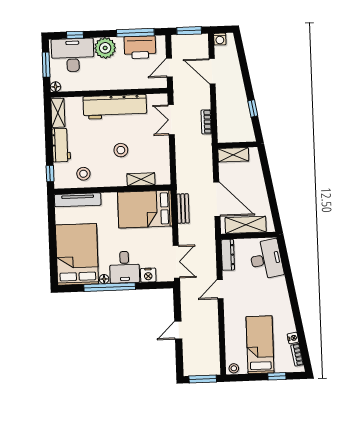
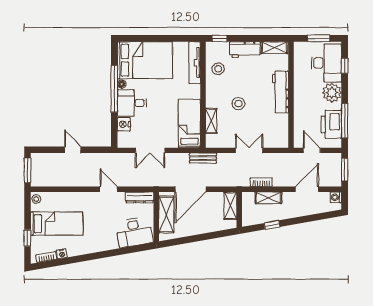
floor lamp: (55, 87) -> (298, 46), removed
workbench: (115, 107) -> (281, 92), width x0.73, depth x0.76
shelving: (223, 113) -> (268, 198), added
double door: (171, 120) -> (249, 150), moved
bed: (145, 209) -> (189, 123), width x0.67
bench: (183, 209) -> (203, 158), moved
double door: (176, 262) -> (150, 150), moved

